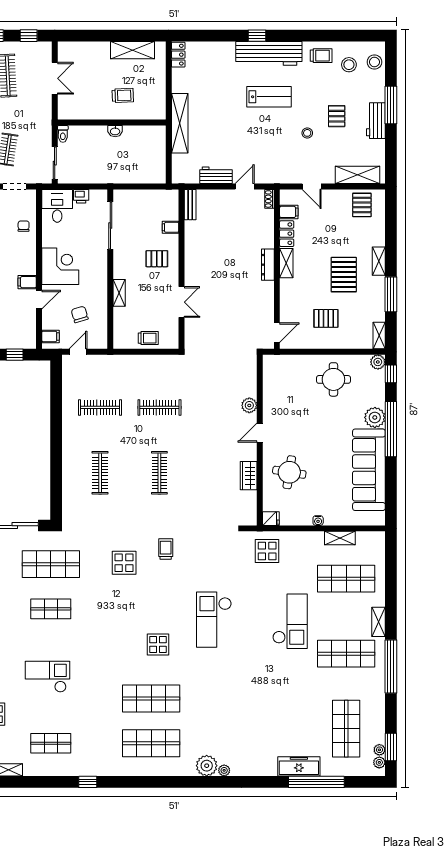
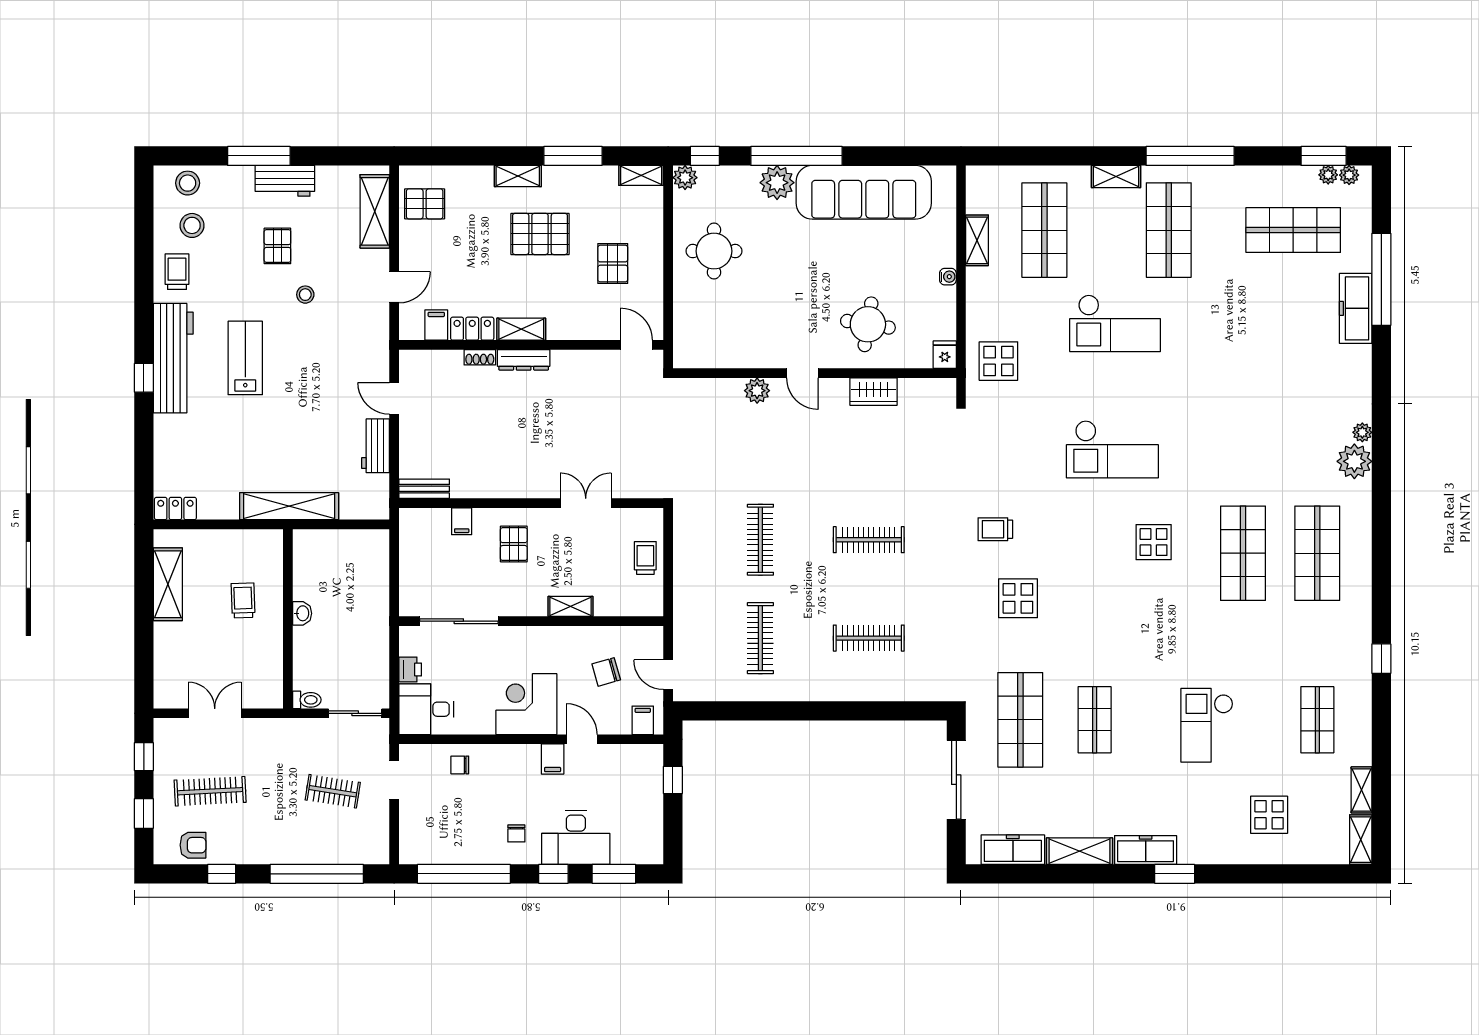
pallet: (337, 116) -> (277, 246), turned 90
shoe rack: (269, 199) -> (480, 357), moved
checkout: (290, 621) -> (1115, 323), turned 180

